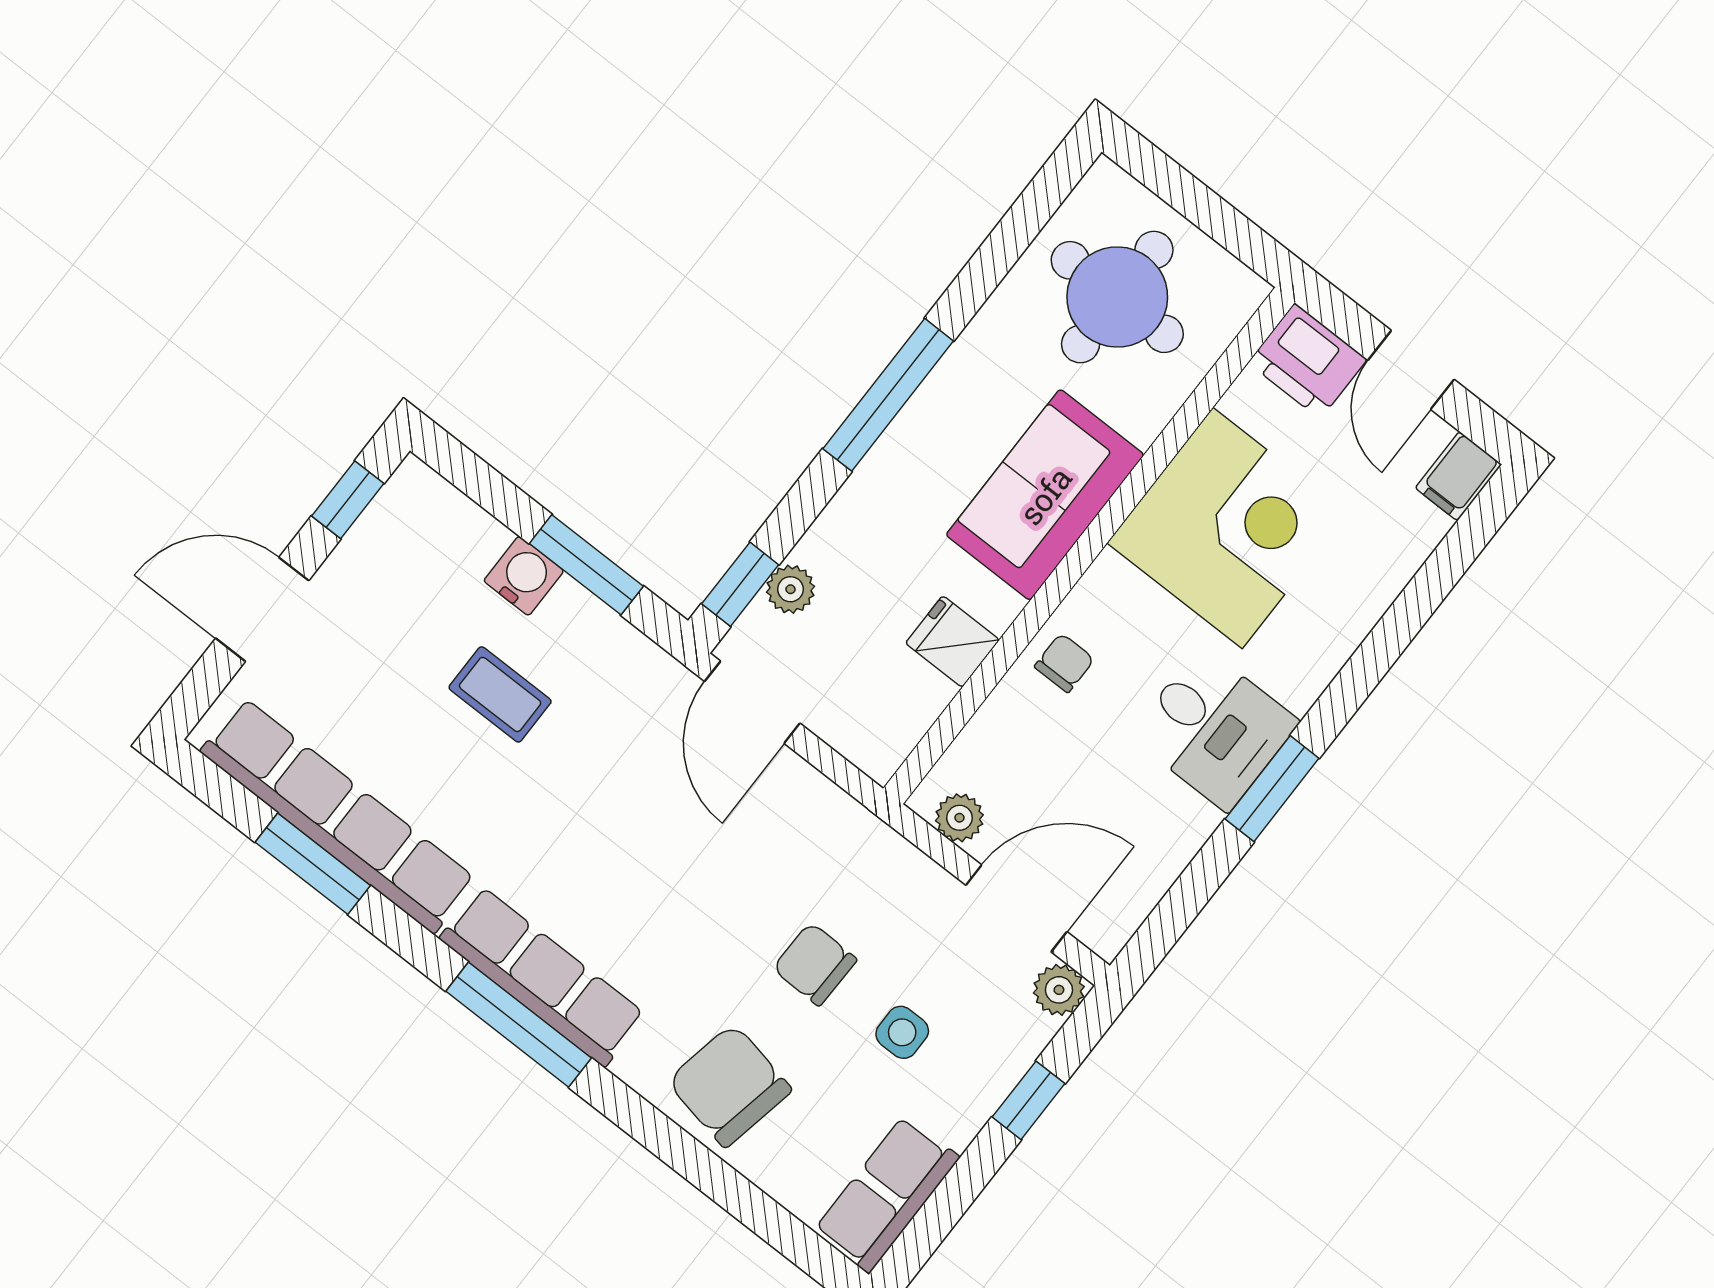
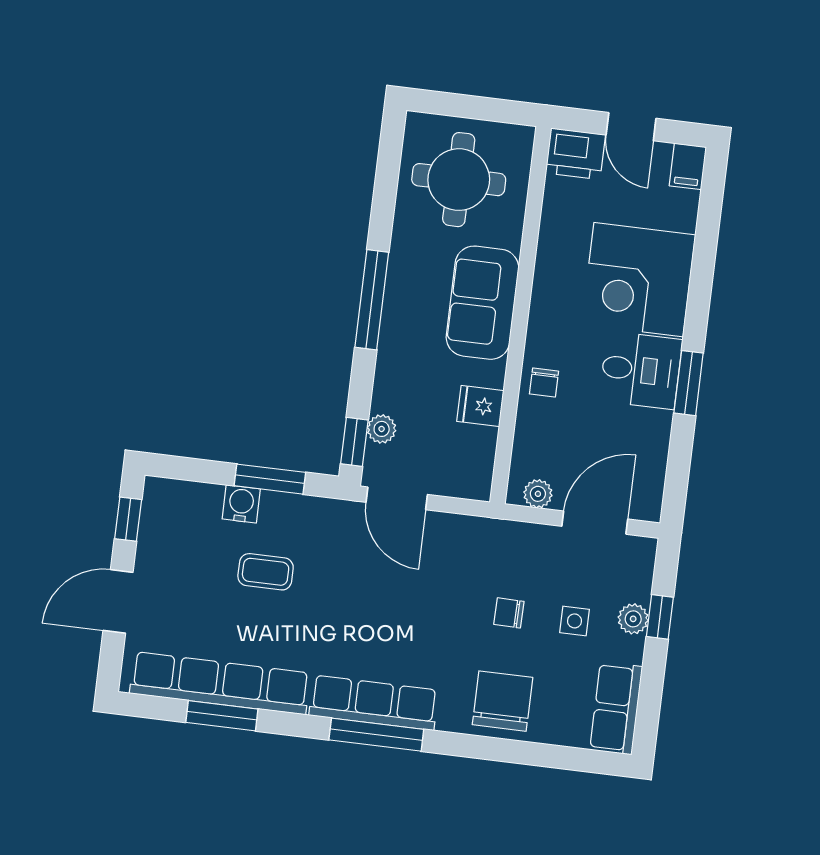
corner desk: (1227, 528) -> (639, 280), moved, turned 180
chair: (1064, 663) -> (544, 383), turned 180
chair: (815, 964) -> (509, 613), width x0.73, depth x0.73
plant: (1059, 990) -> (633, 619), moved
chair: (729, 1085) -> (503, 701), turned 79

